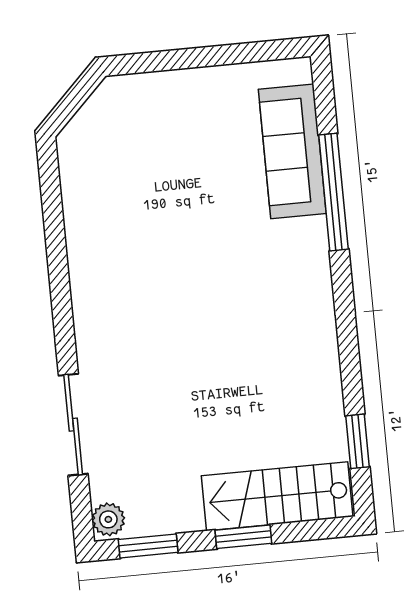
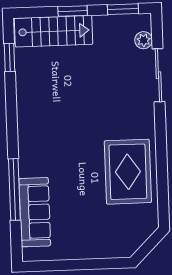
rug: (120, 238) -> (128, 172), added
plant: (108, 519) -> (144, 40), moved

